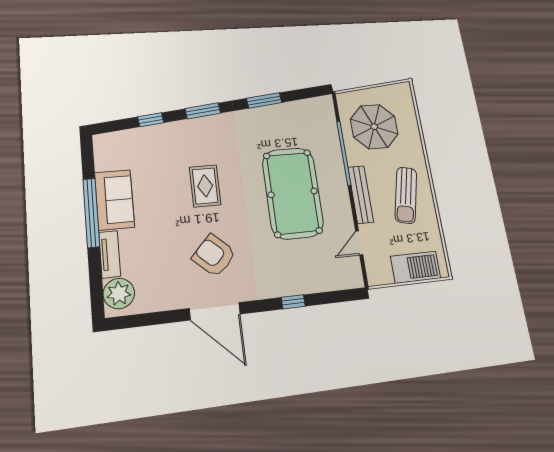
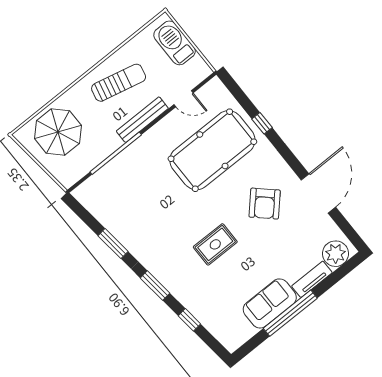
parasol: (374, 127) -> (58, 132), moved
pool table: (293, 193) -> (212, 150), moved
door: (215, 311) -> (318, 193), moved

